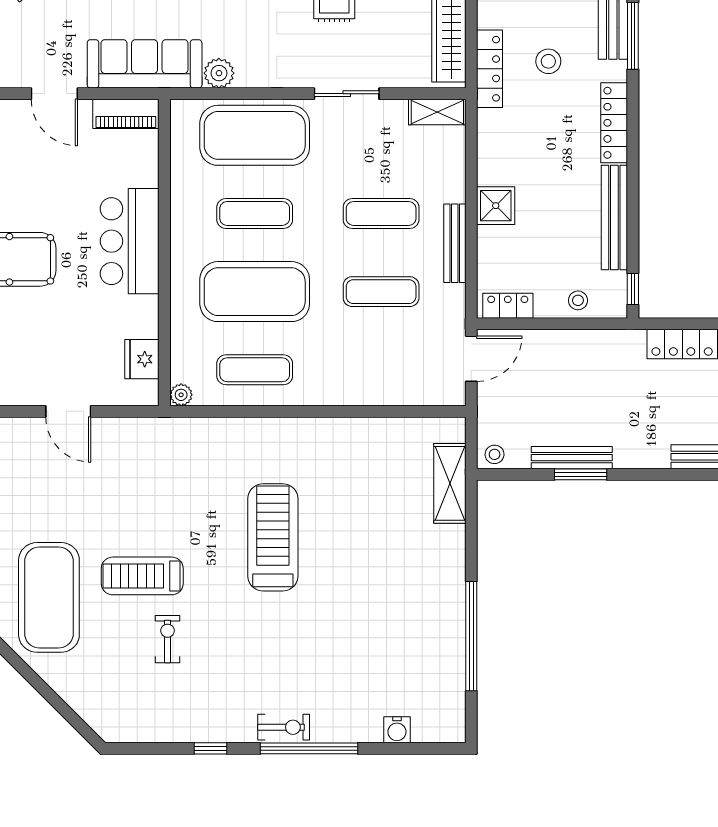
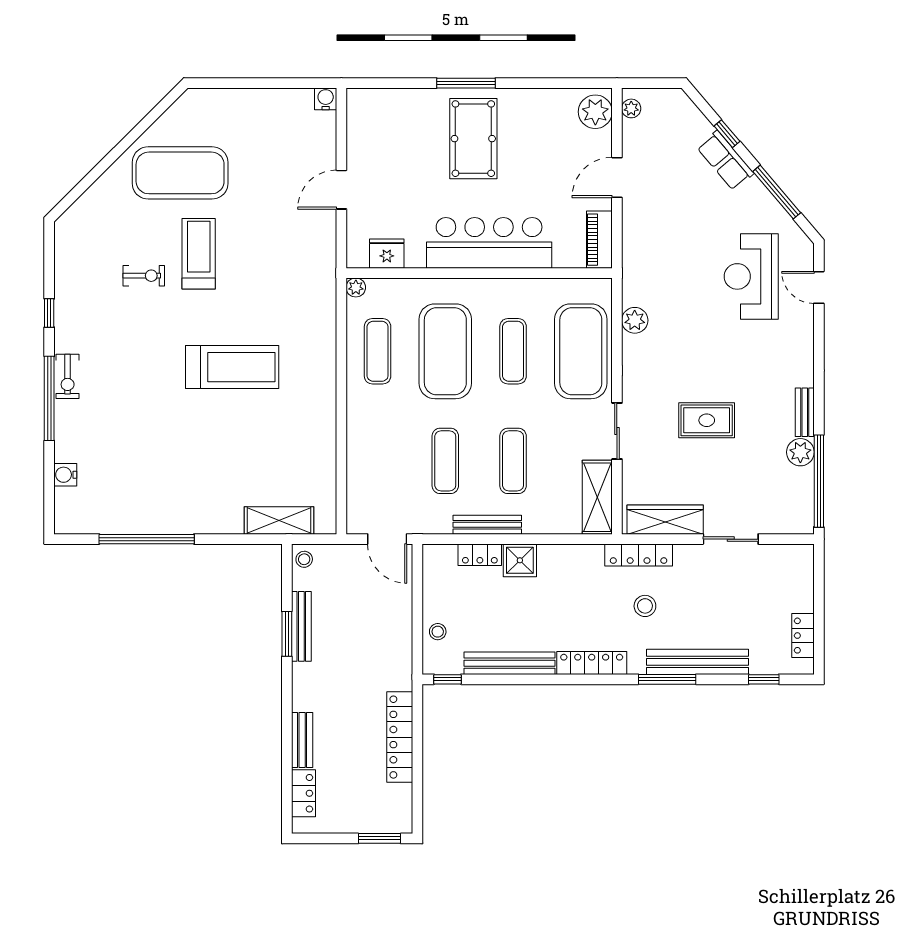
sofa: (145, 64) -> (643, 256), removed
shelving: (437, 112) -> (597, 497), width x1.50, depth x1.33
bar counter: (130, 241) -> (489, 243), width x1.36
locker: (508, 306) -> (480, 555), moved, turned 90

